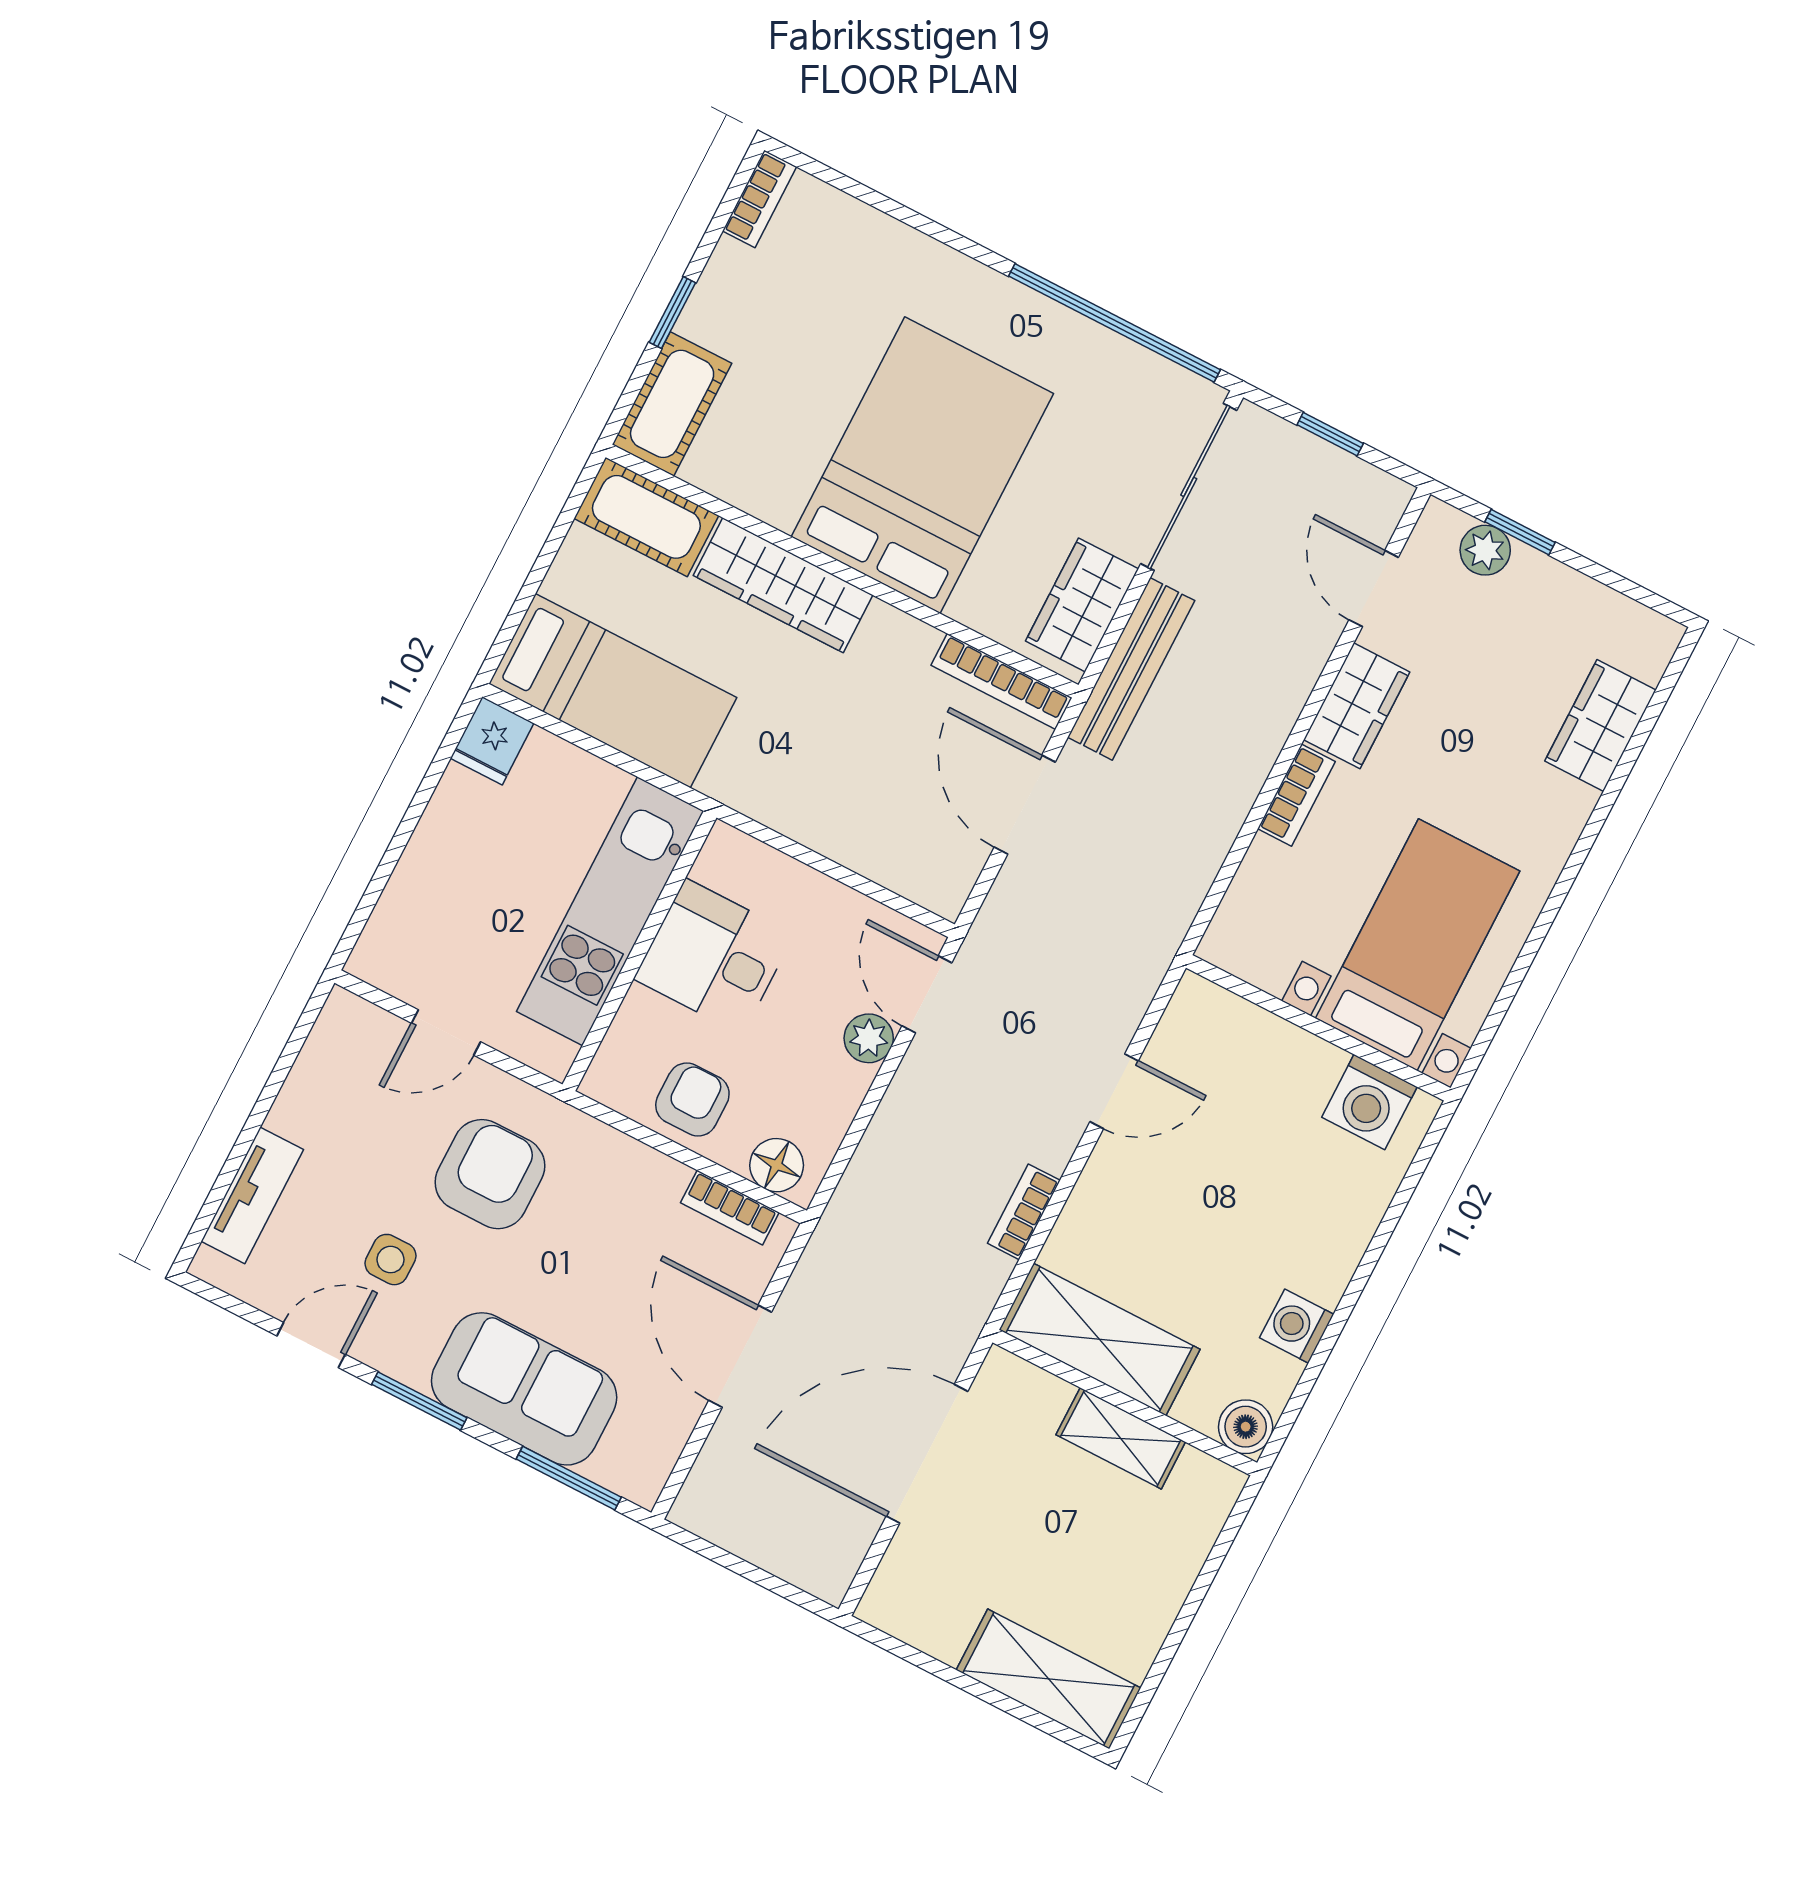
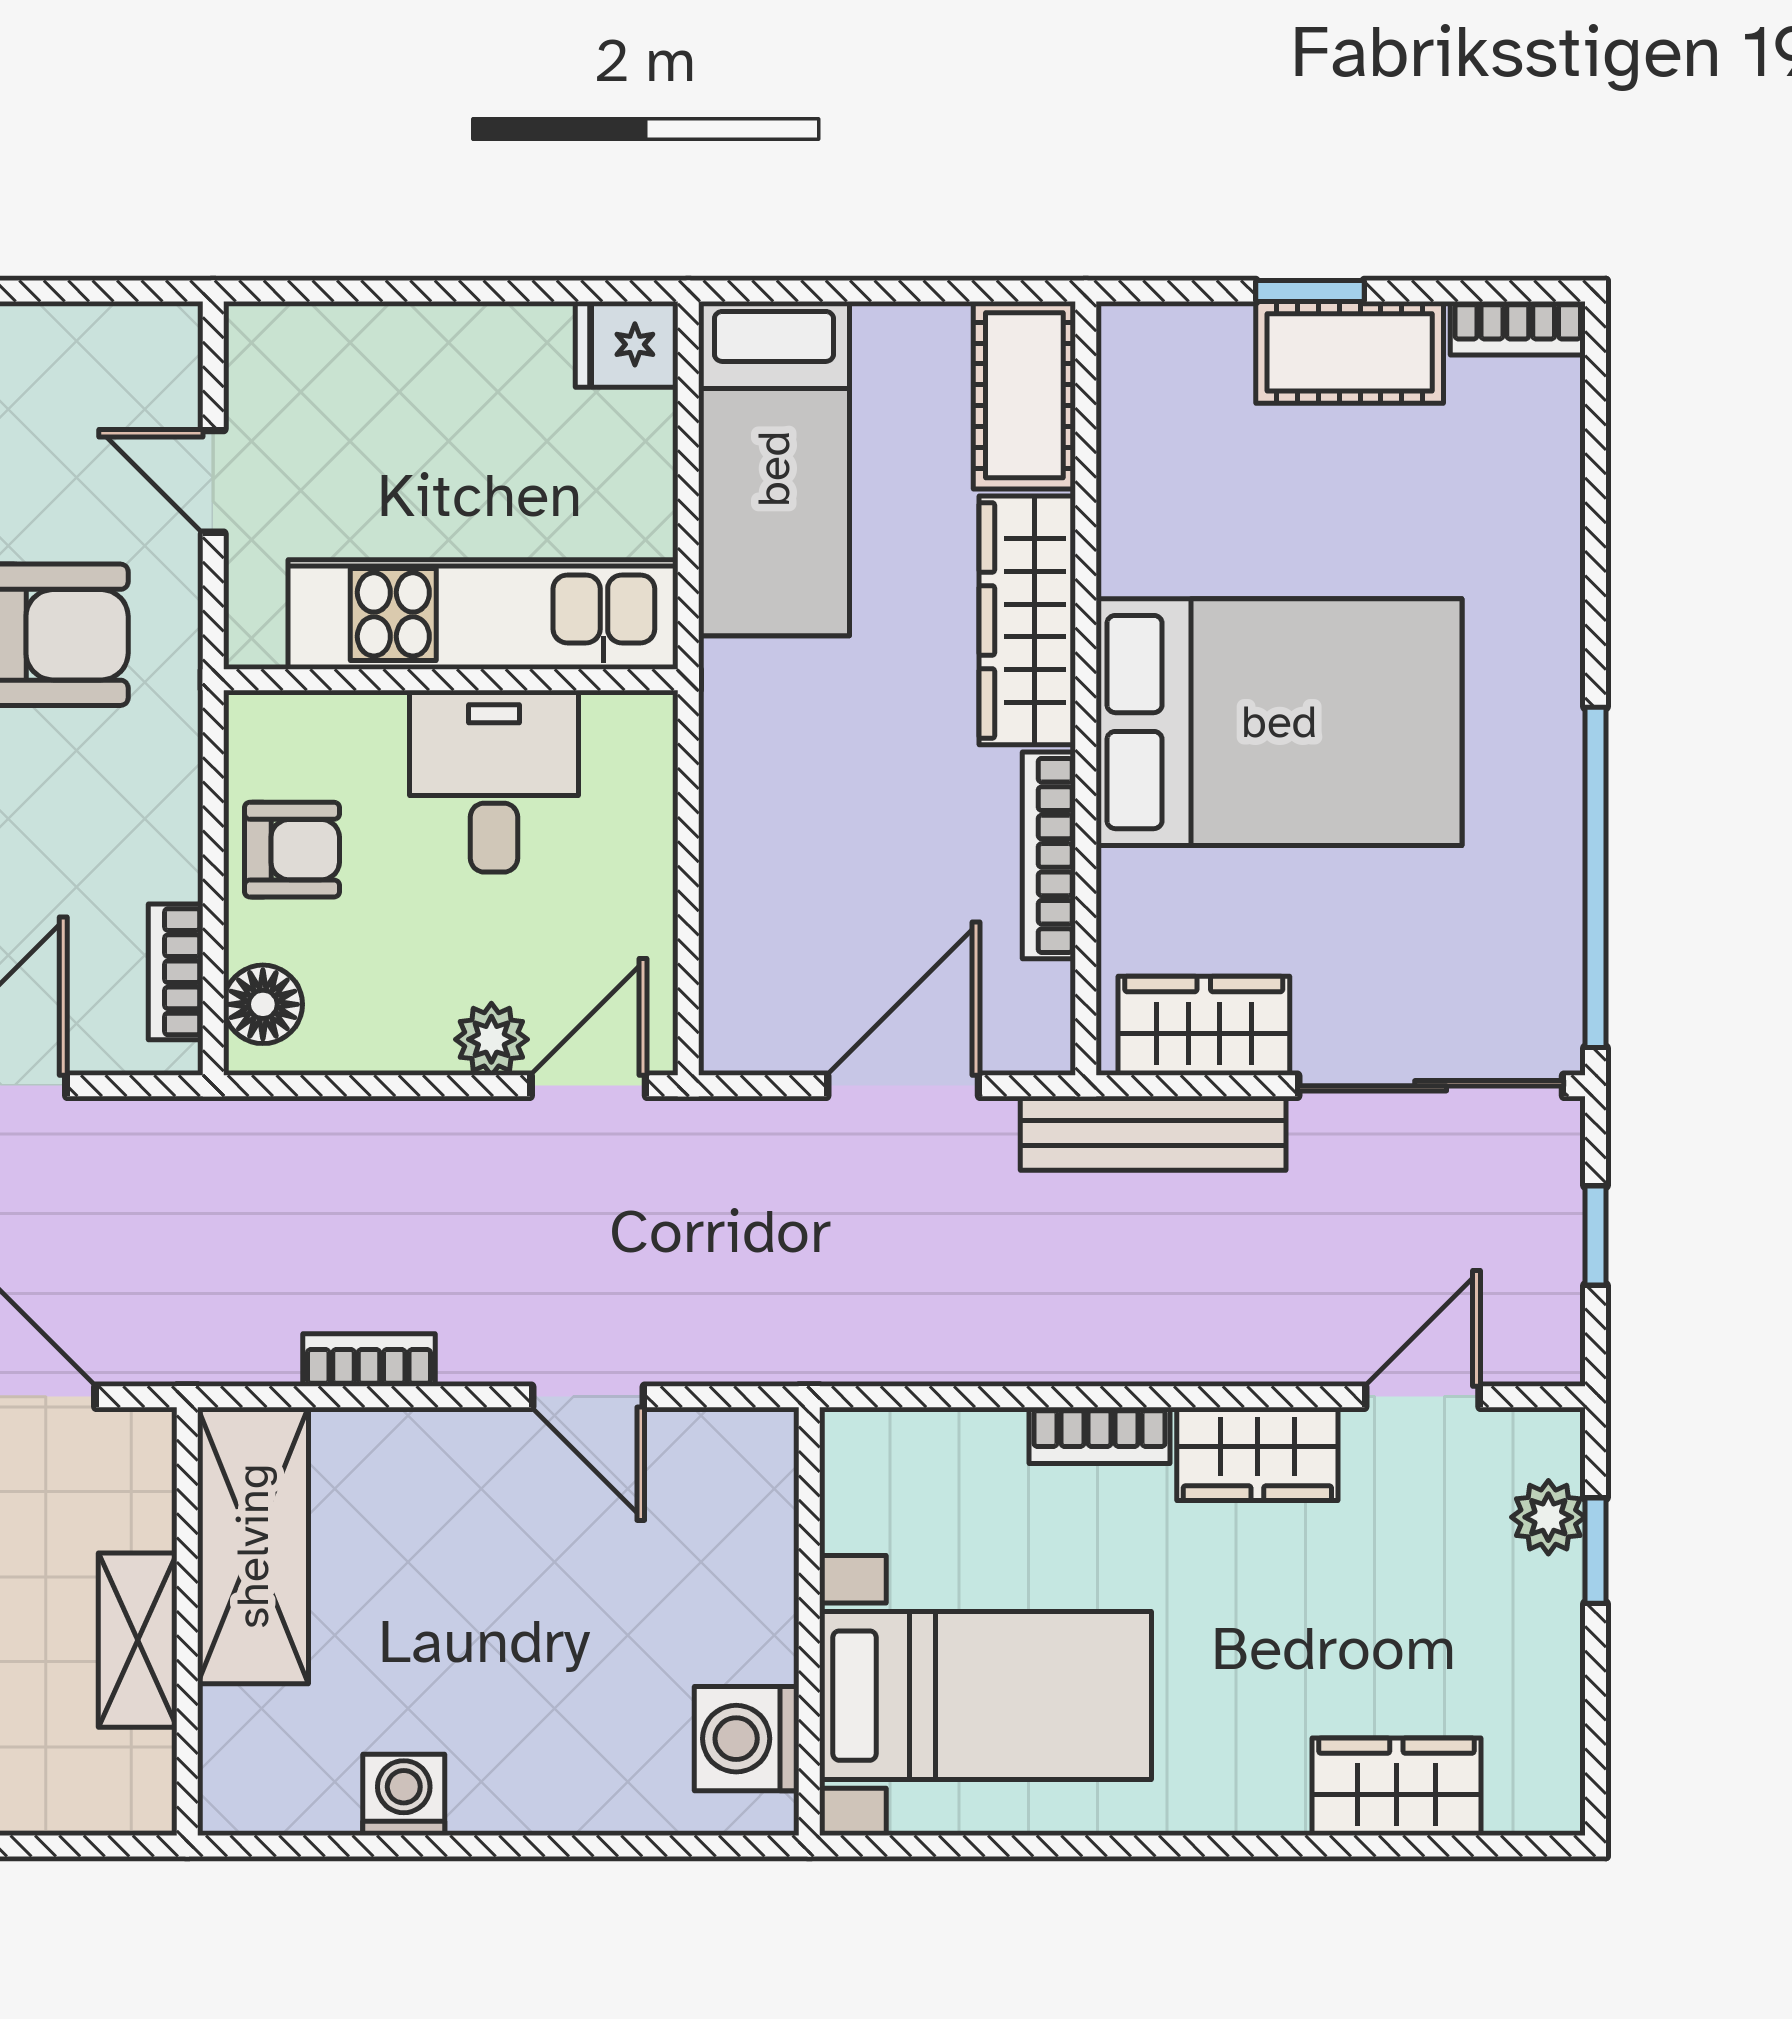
cot: (672, 404) -> (1350, 352), moved
bookcase: (1001, 682) -> (1049, 855), moved
boiler: (1246, 1427) -> (237, 1796), removed

